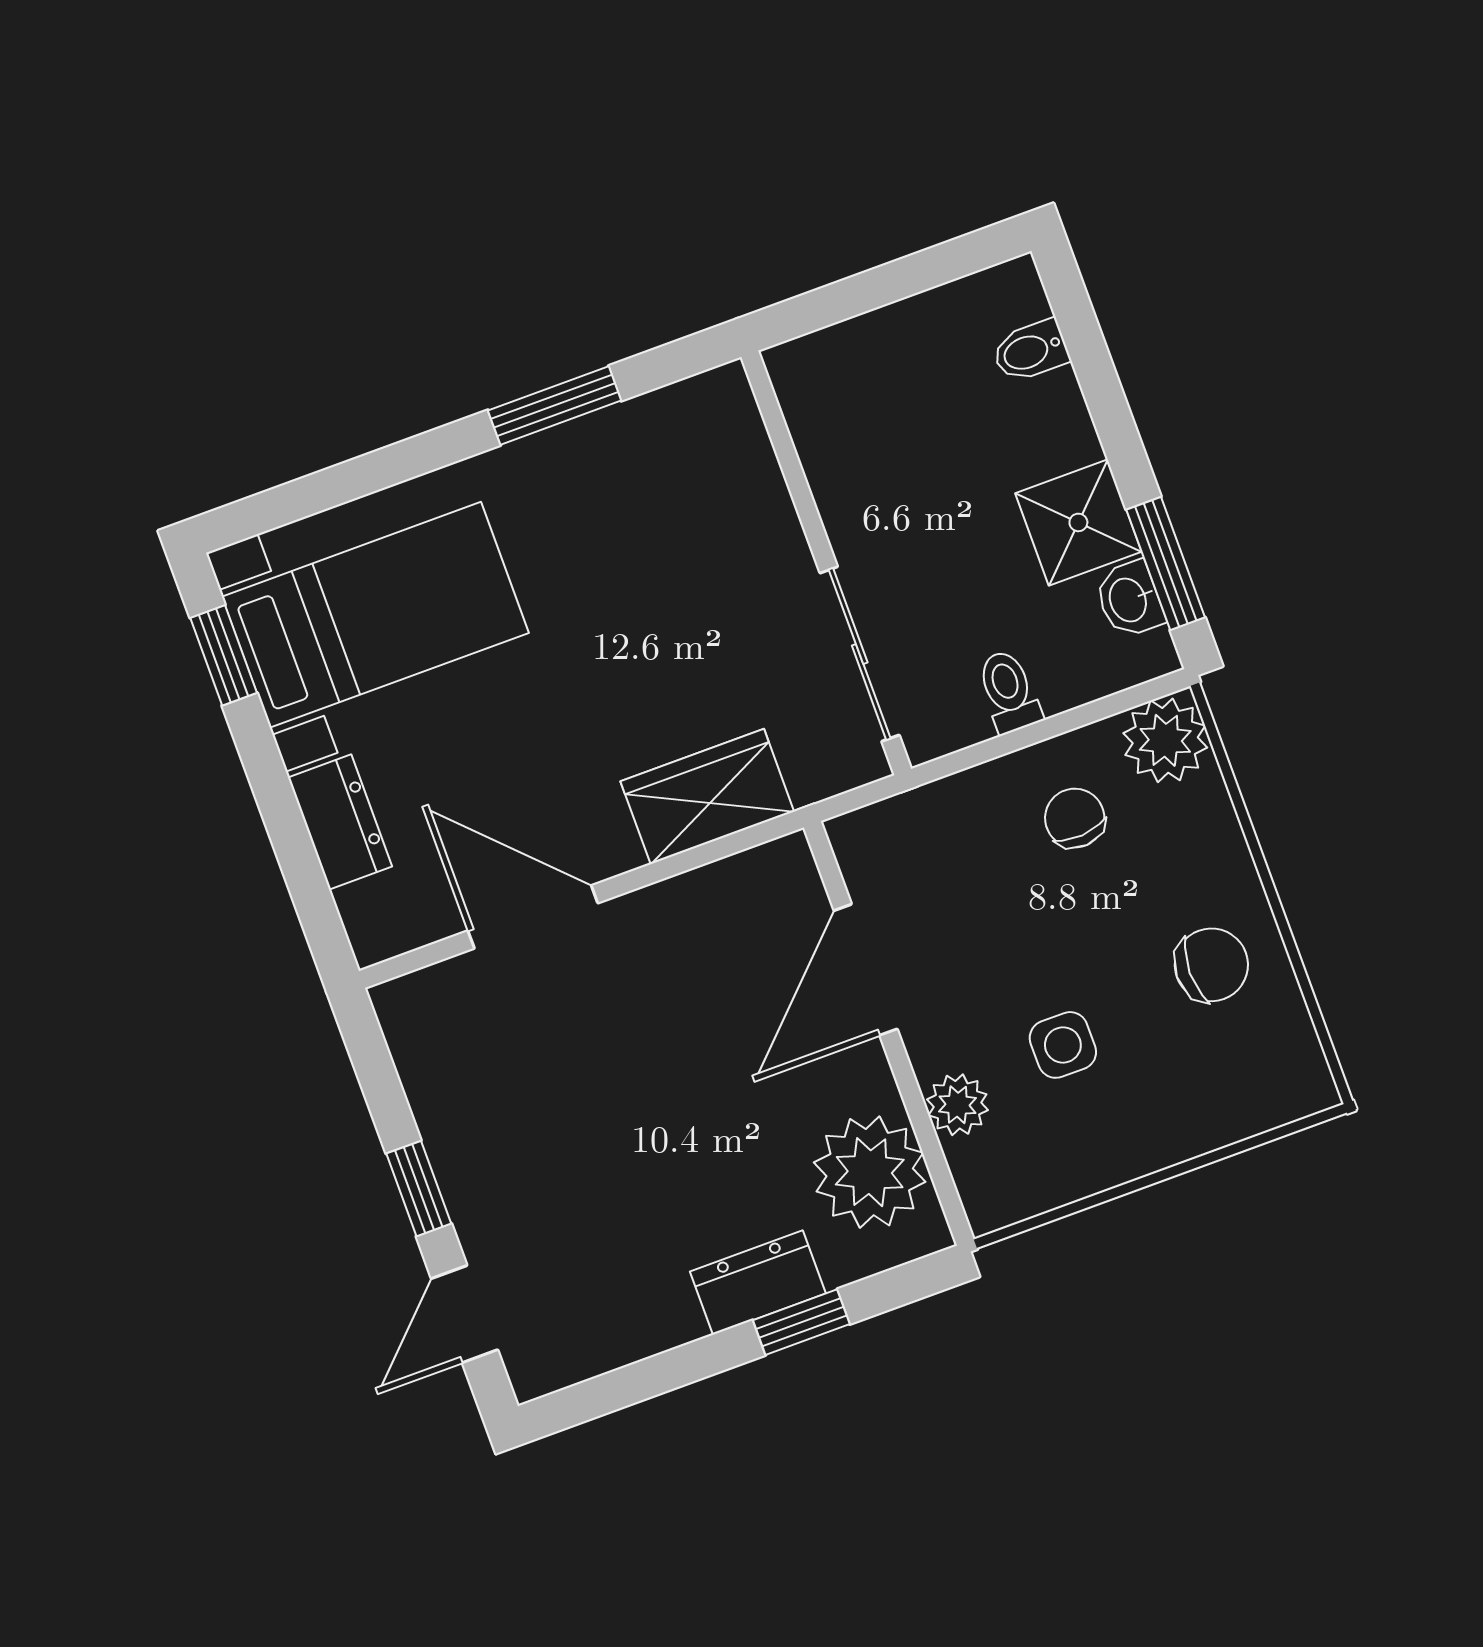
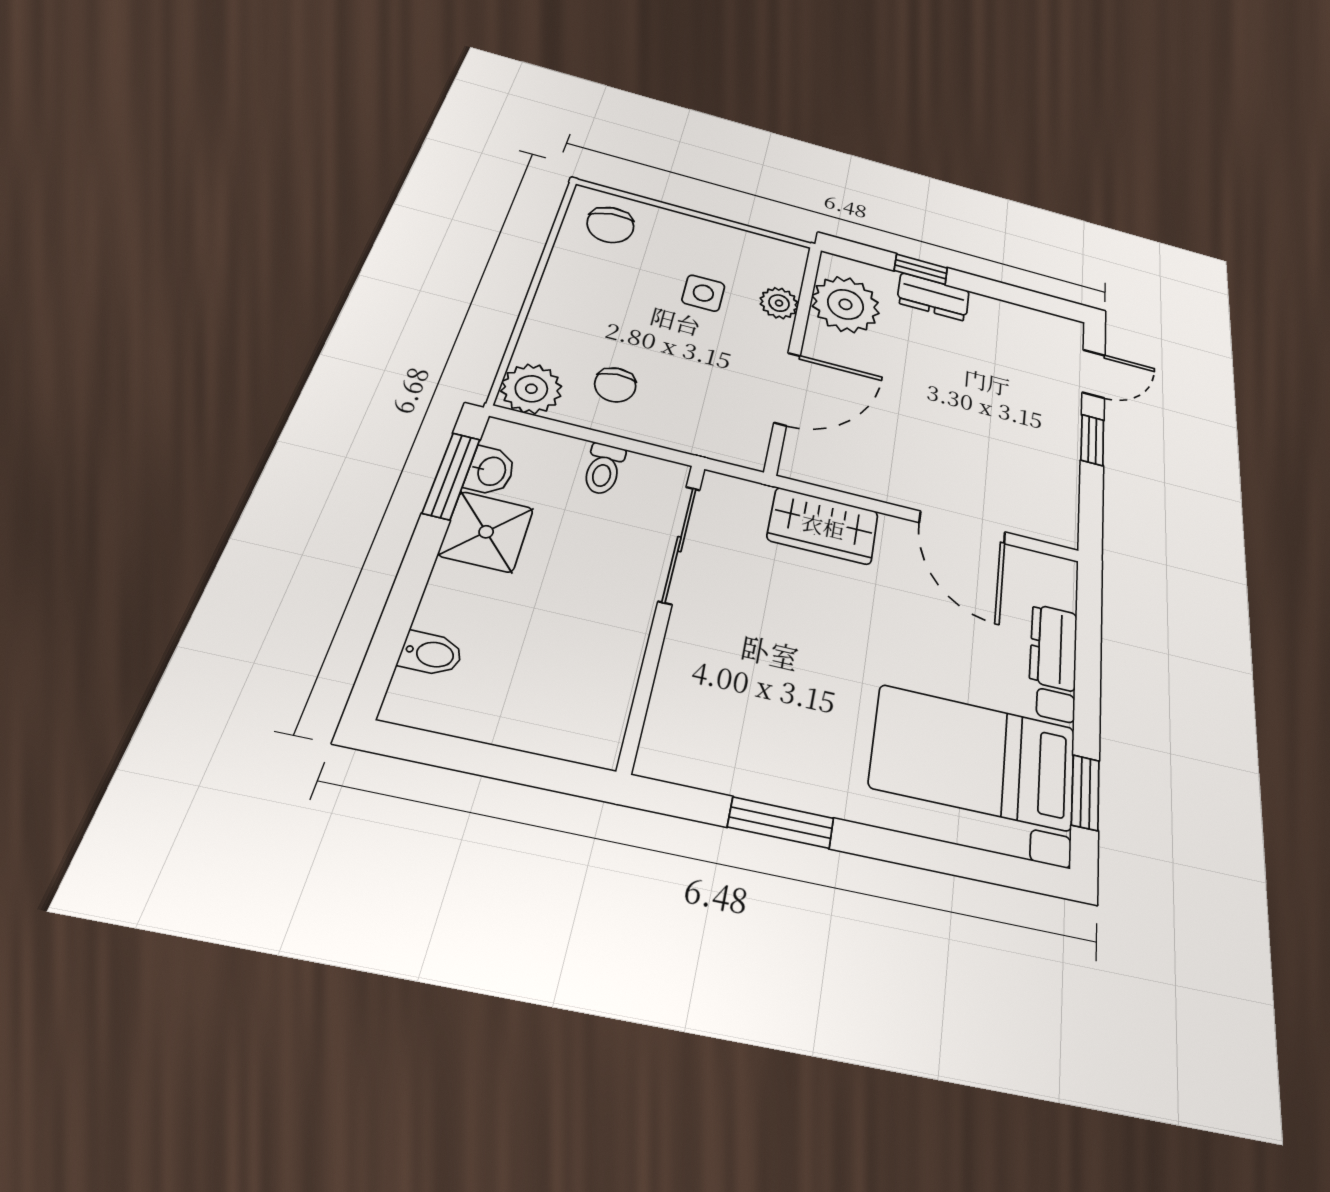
chair: (1211, 965) -> (610, 225), moved, turned -98

